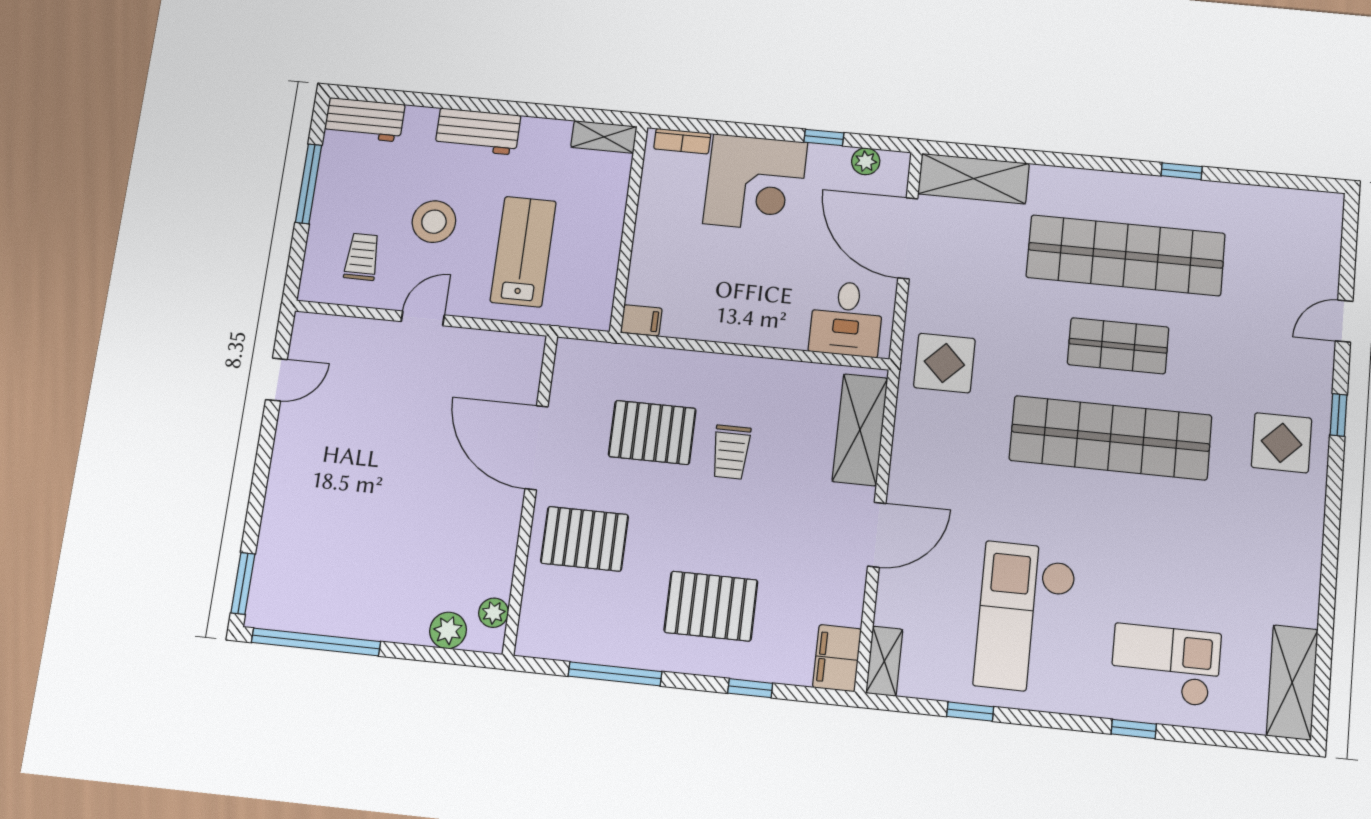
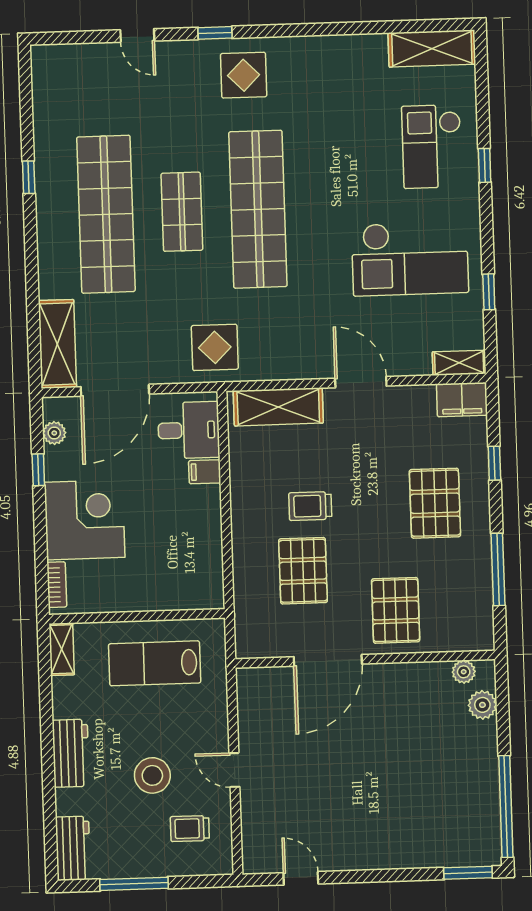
lab bench: (523, 252) -> (155, 663), moved
filing cabinet: (641, 320) -> (205, 472), moved, turned -90
trolley: (731, 452) -> (310, 506), turned 180

